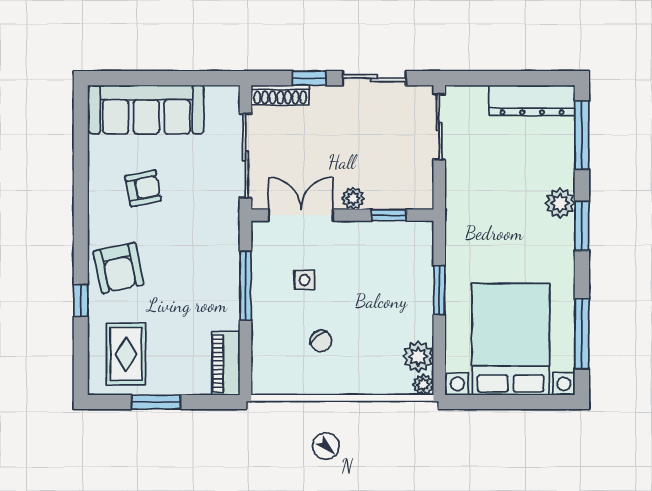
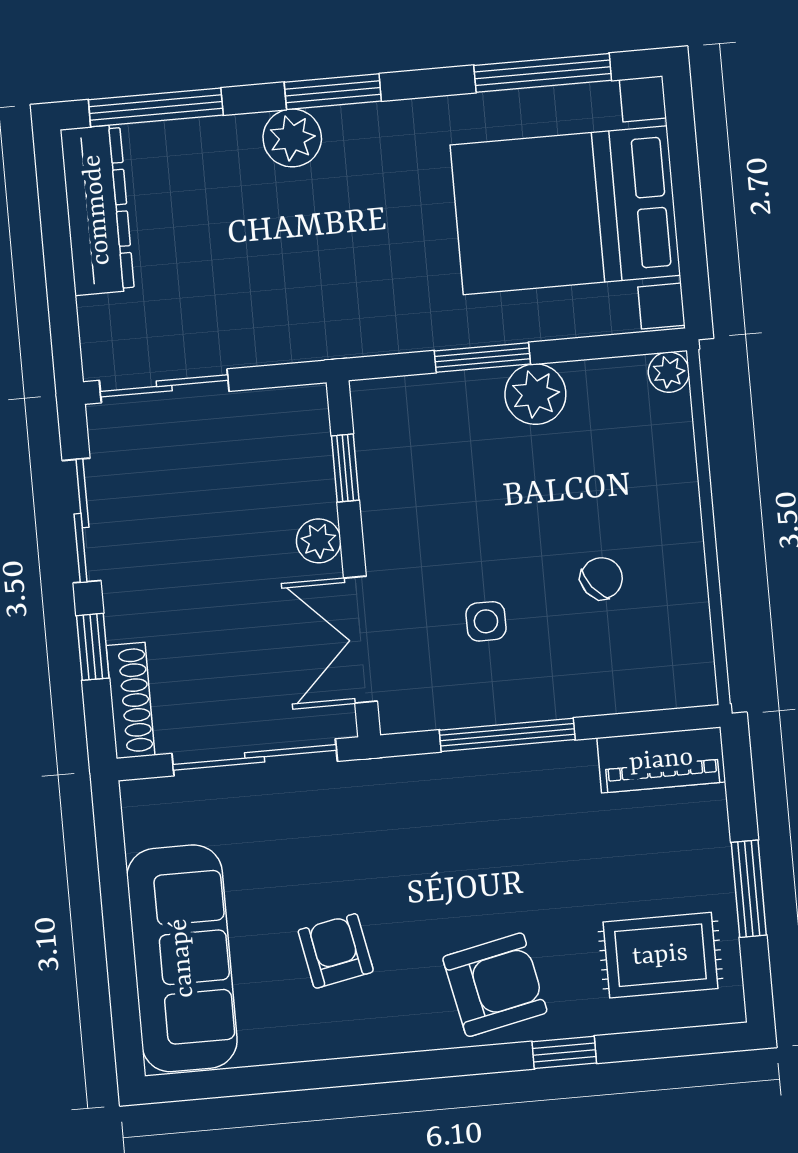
plant: (418, 356) -> (535, 394), moved

